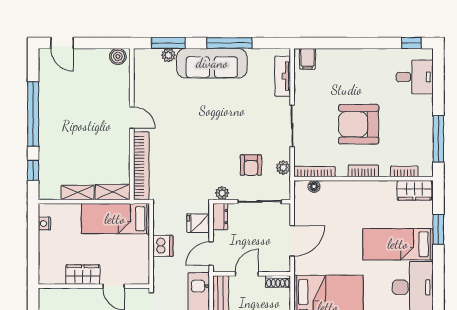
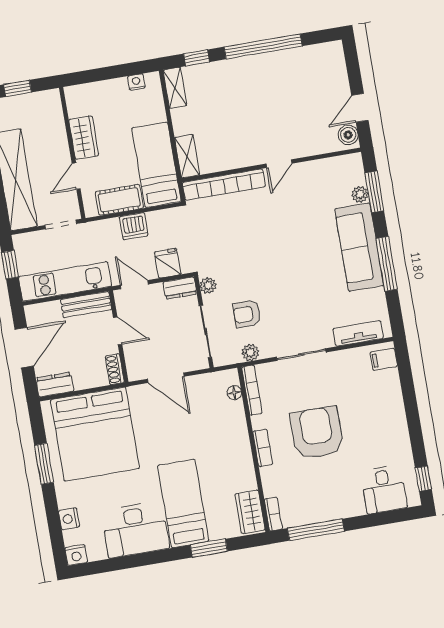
door: (62, 43) -> (360, 108), moved
bookcase: (404, 171) -> (273, 514), moved
shelving: (78, 192) -> (175, 88), moved
cot: (139, 254) -> (119, 200), added

